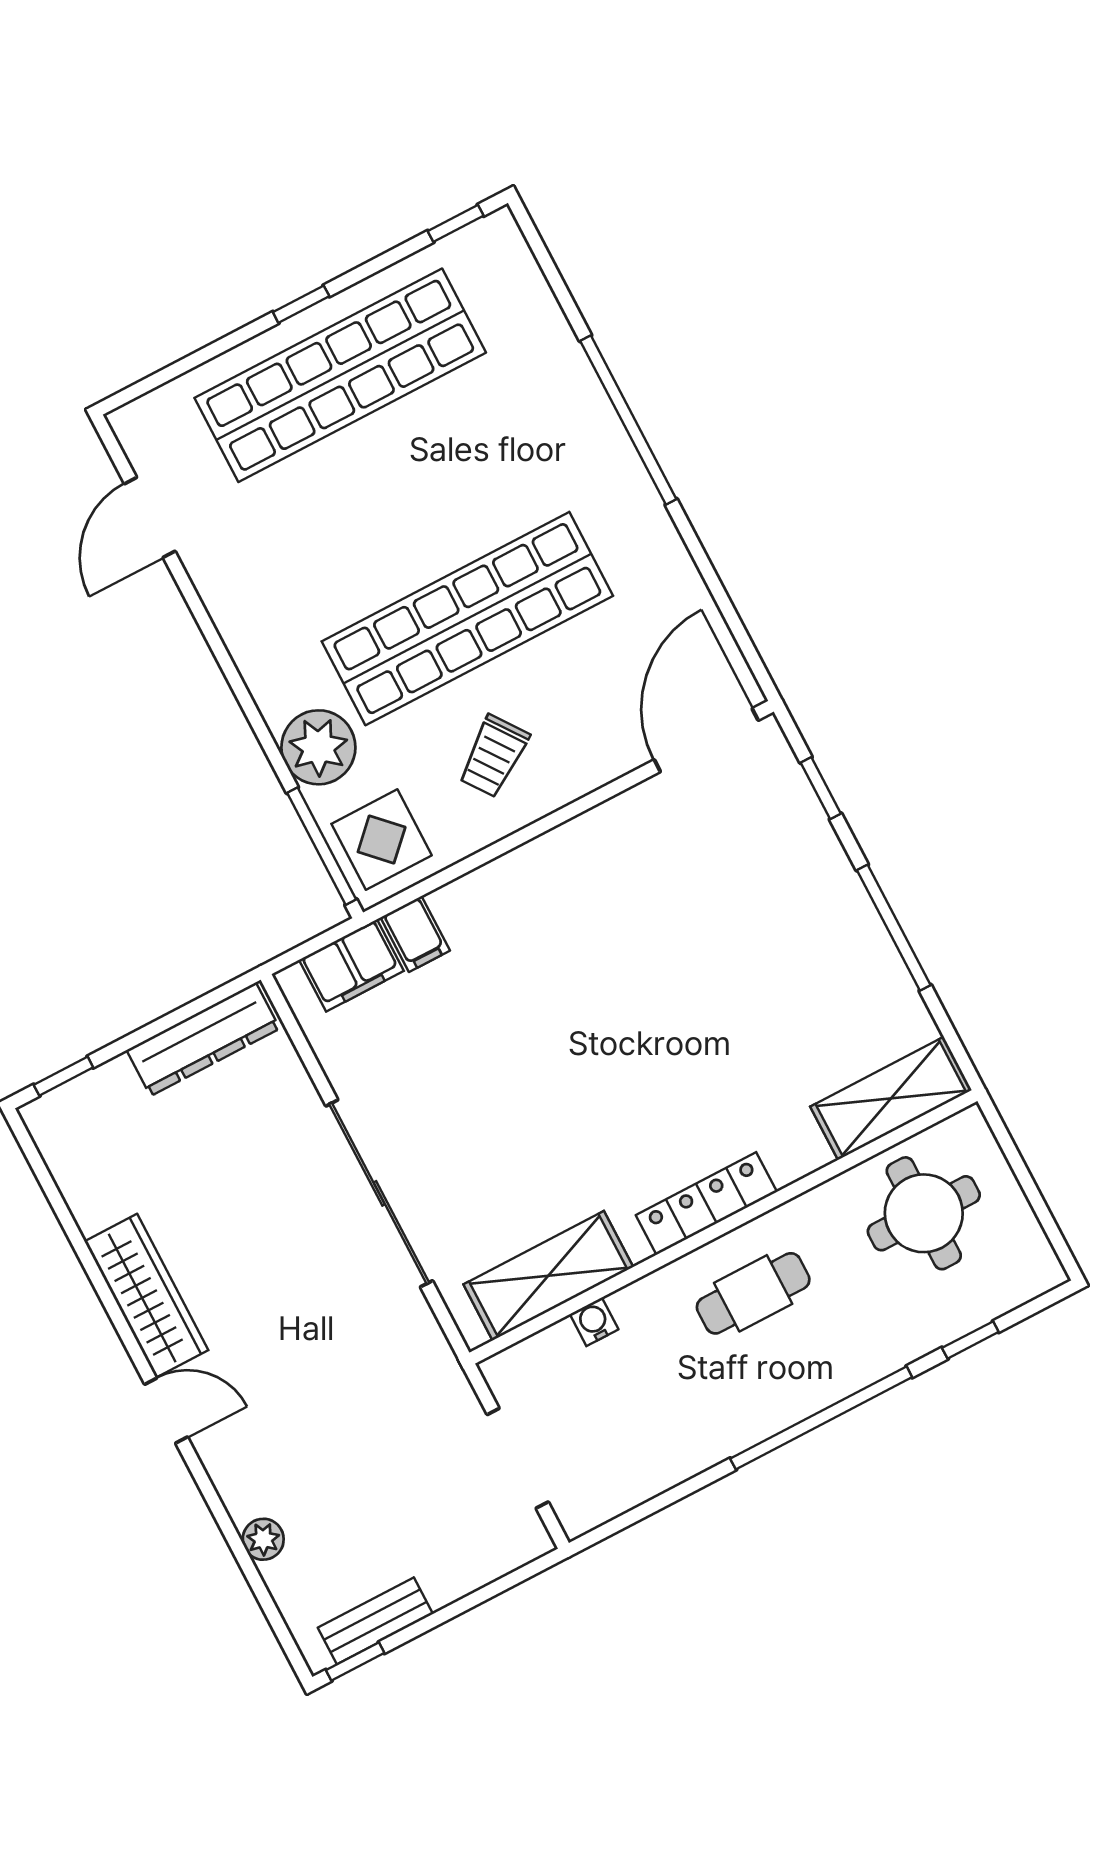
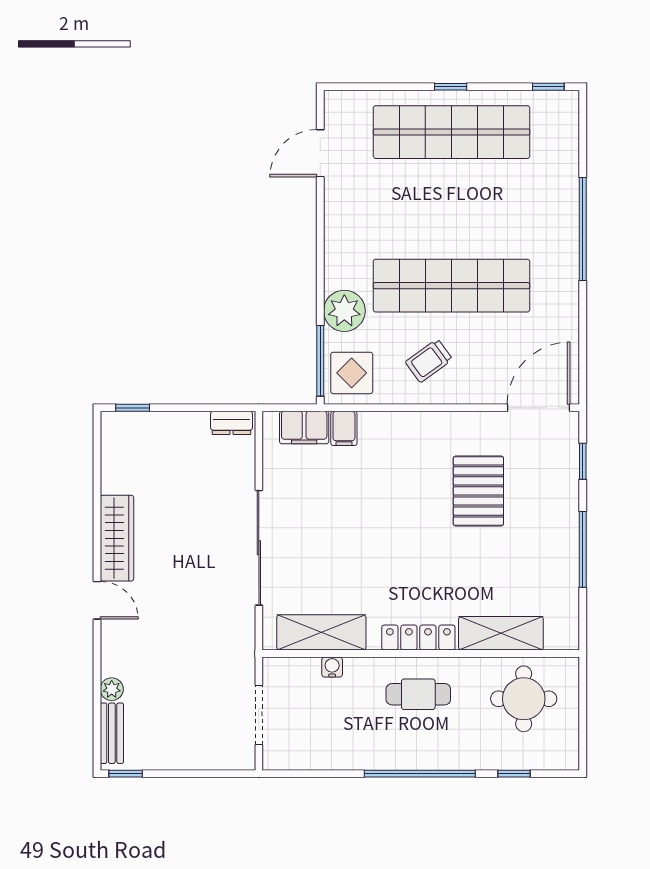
pallet: (680, 922) -> (478, 491), added
dresser: (203, 1039) -> (232, 423), width x0.51, depth x0.80
shelving: (891, 1098) -> (501, 633), moved
bench: (375, 1621) -> (112, 733), moved, turned 90

